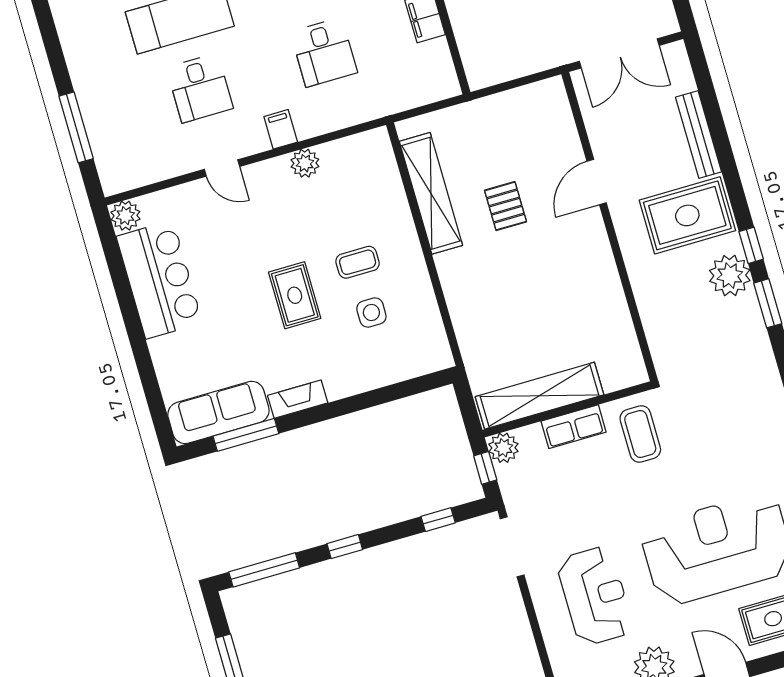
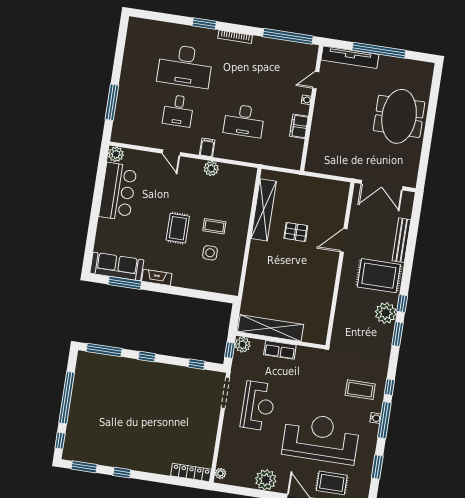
desk: (324, 52) -> (244, 121), width x1.37
pallet: (505, 206) -> (296, 232), turned 90
coffee table: (640, 434) -> (360, 390), moved, turned 90
reception desk: (595, 596) -> (258, 406), moved

